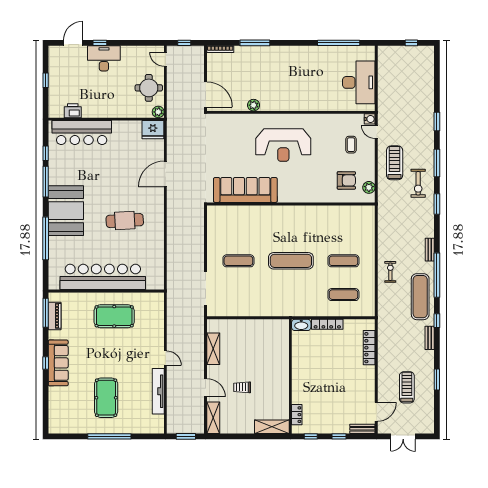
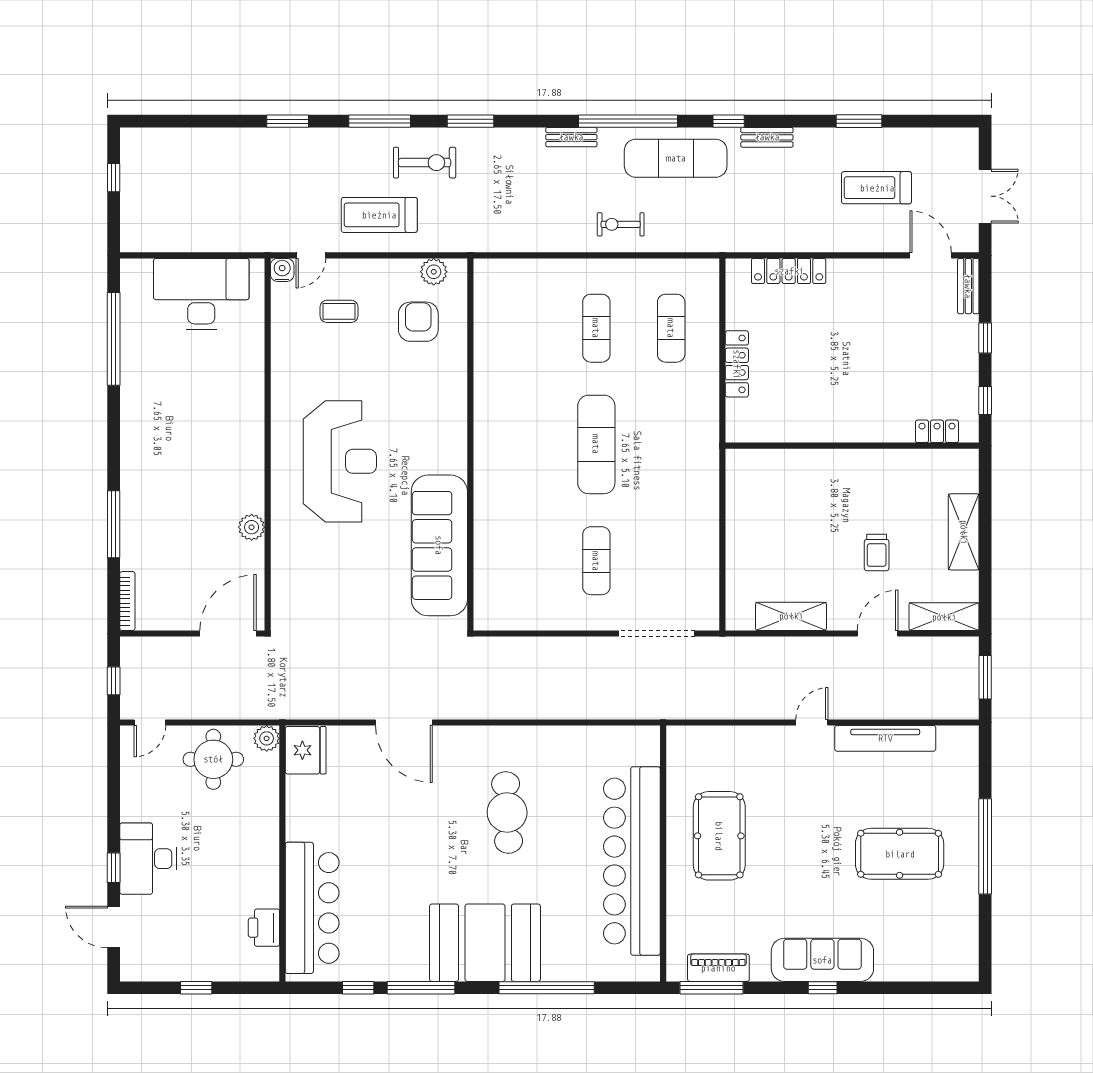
washbasin: (301, 325) -> (738, 422), removed
shelving: (272, 427) -> (964, 532), moved

